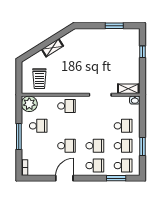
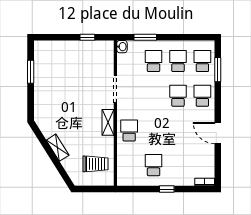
window: (142, 52) -> (87, 37), moved
shelving: (128, 89) -> (108, 122), moved
plant: (29, 104) -> (127, 176), removed
window: (19, 137) -> (167, 189), width x0.46
school desk: (67, 146) -> (178, 130), removed
window: (142, 147) -> (145, 37), moved

